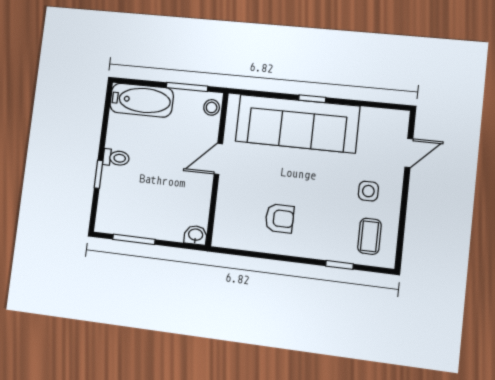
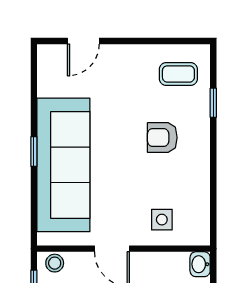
door: (409, 153) -> (83, 41), swing flipped
side table: (368, 191) -> (162, 220), moved
armchair: (280, 218) -> (162, 138), moved, turned -90

